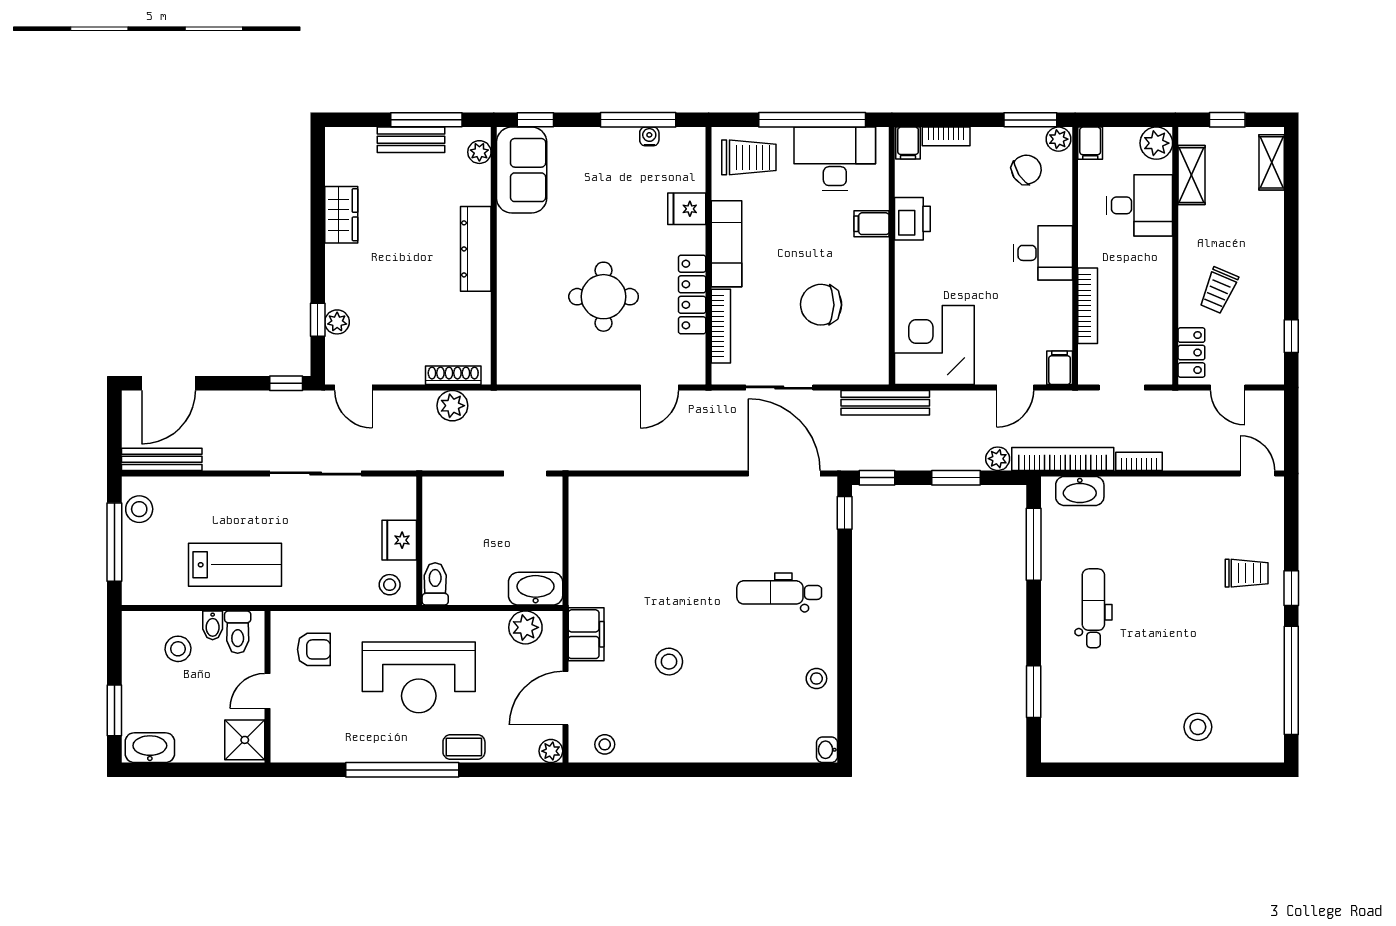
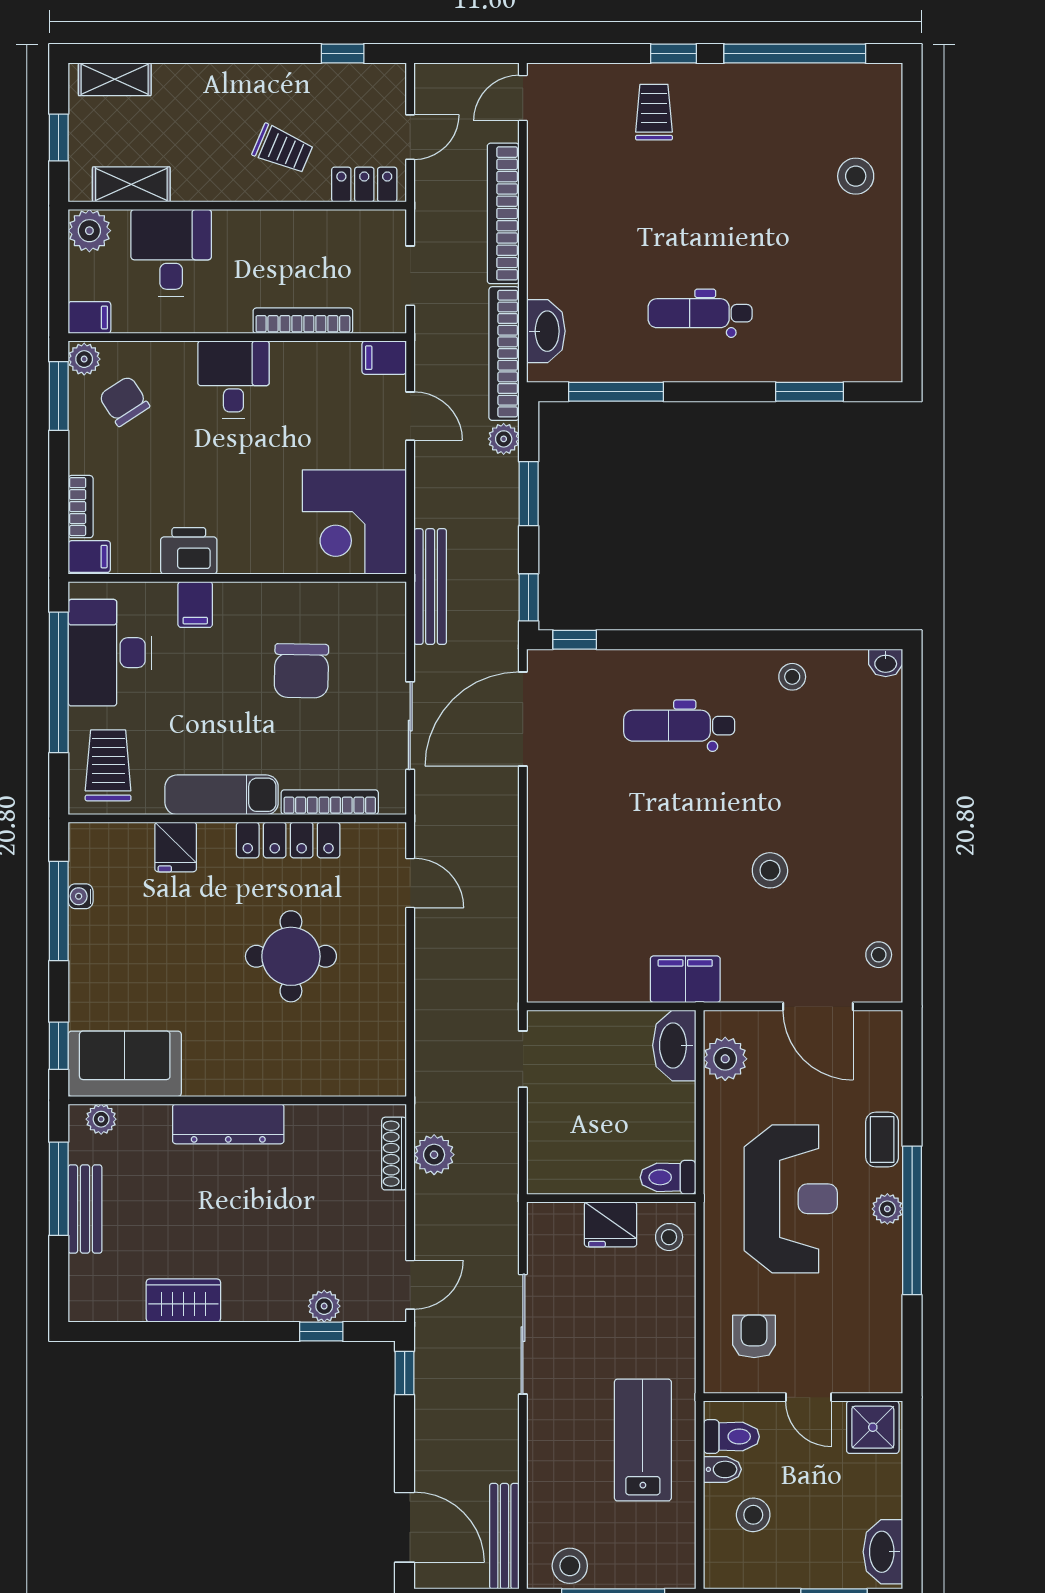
bookcase: (1139, 461) -> (503, 213), width x2.31, depth x1.31
dental chair: (779, 592) -> (679, 726), turned 90
filing cabinet: (586, 634) -> (685, 979), moved
plant: (551, 751) -> (887, 1209), moved

